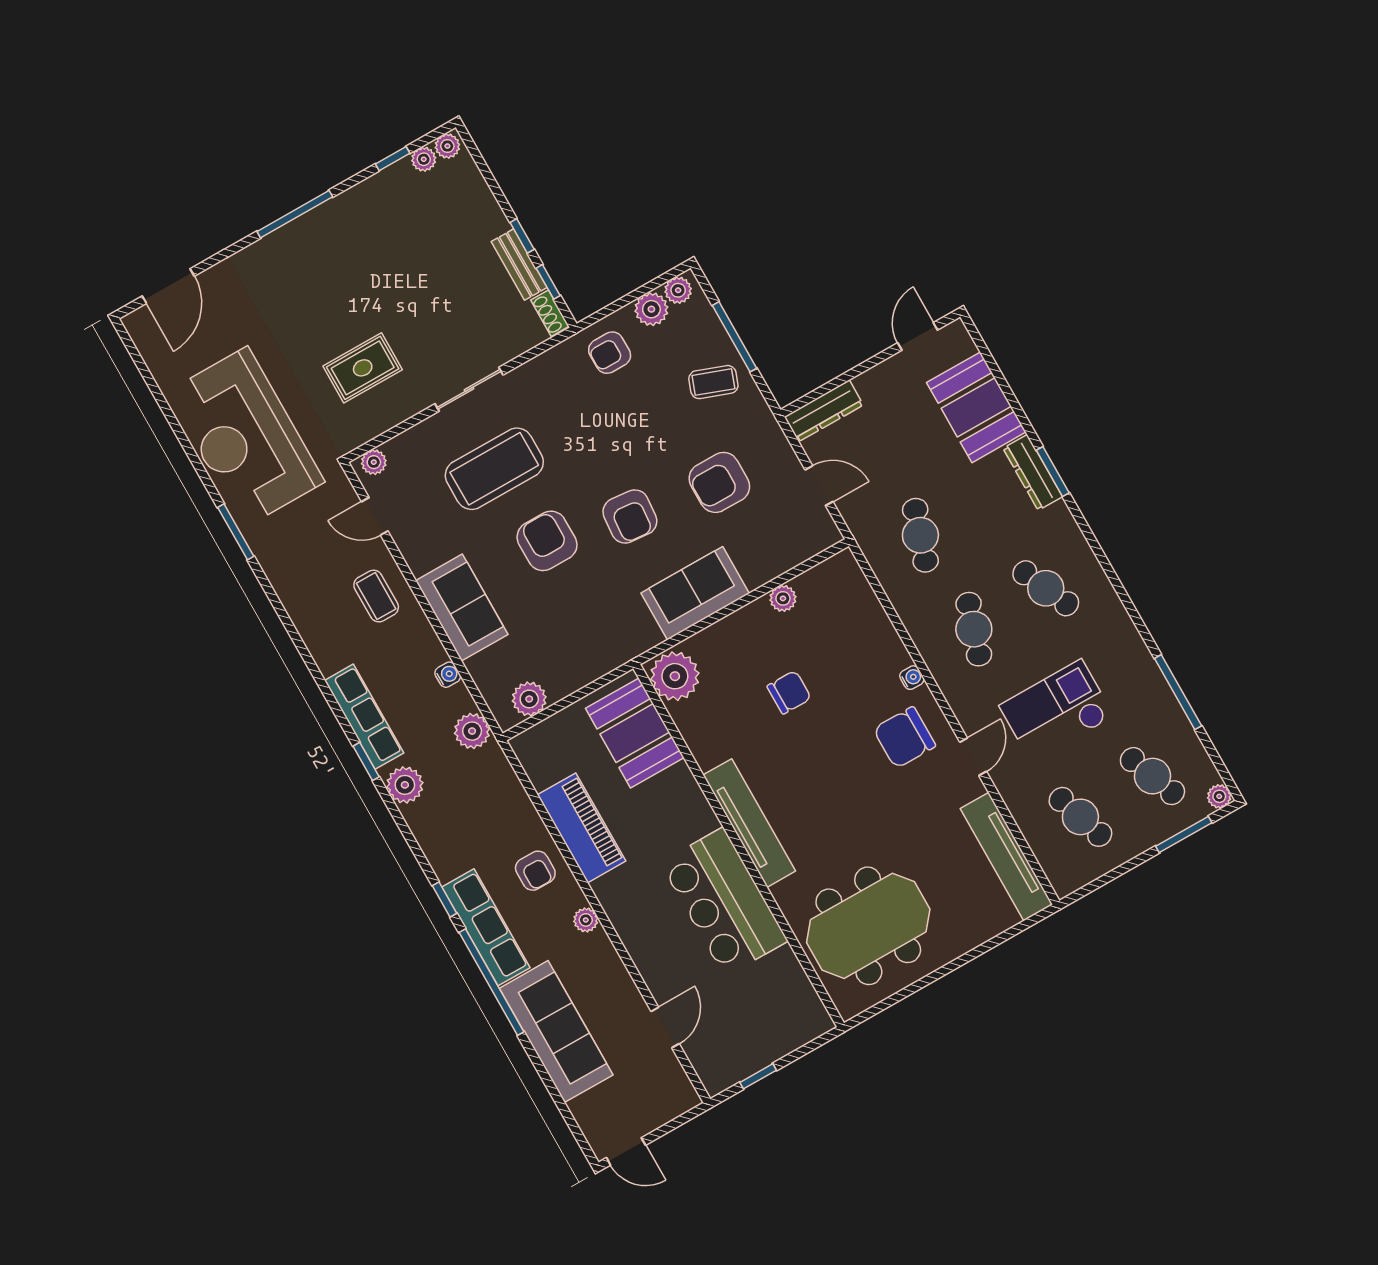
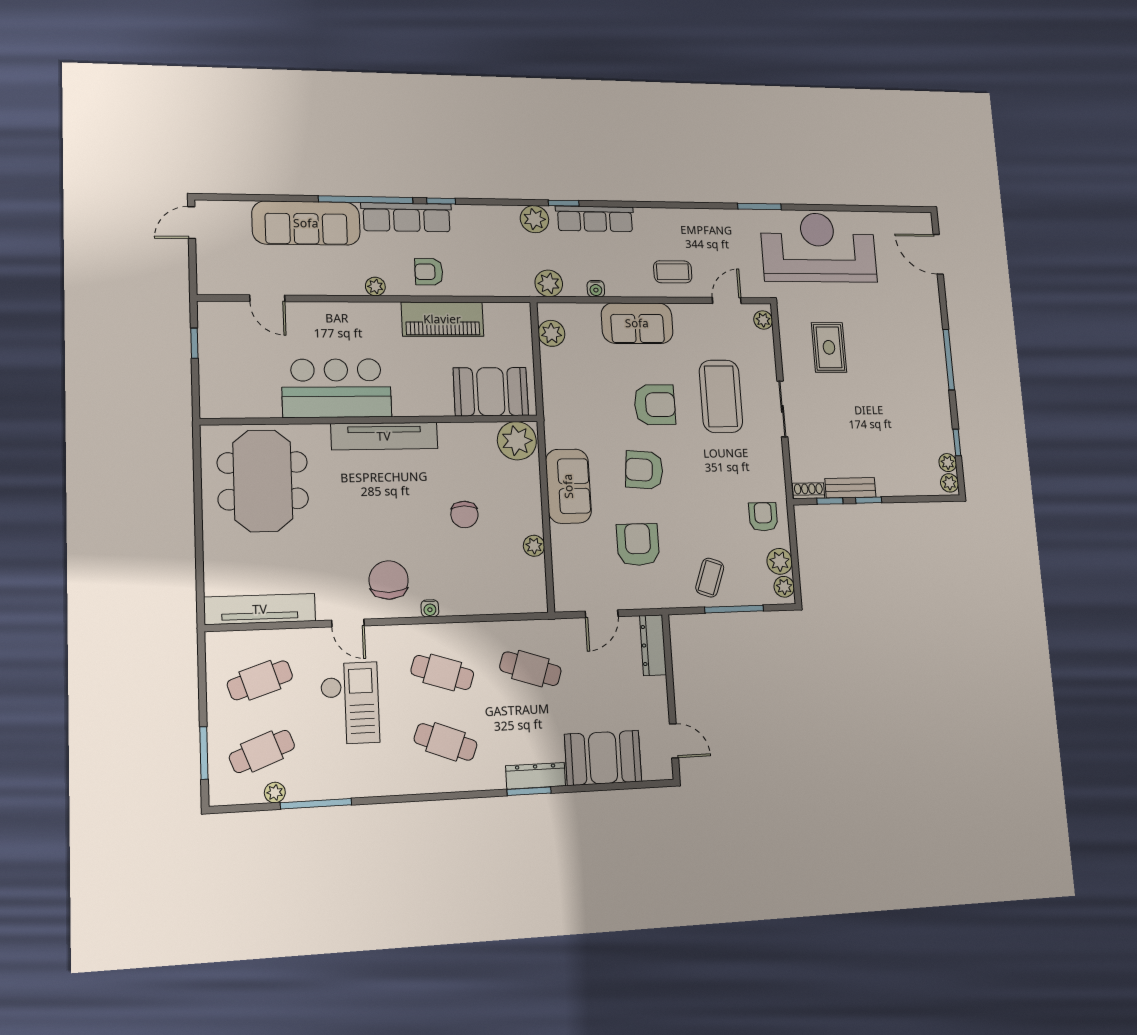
cafe table: (1046, 588) -> (446, 742), turned 45
plant: (1219, 796) -> (275, 792), moved

